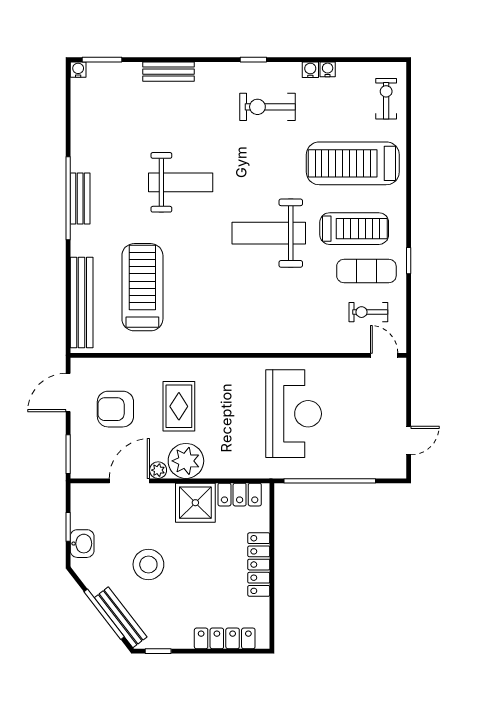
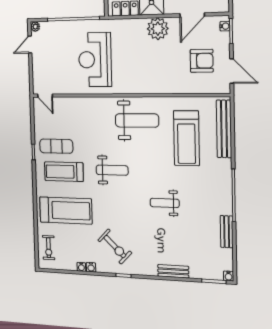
exercise bike: (267, 107) -> (115, 247), turned 44
weight bench: (181, 182) -> (165, 203), width x0.73, depth x0.75
bench: (80, 199) -> (227, 232), moved
weight bench: (269, 233) -> (112, 170), width x0.73, depth x0.75
exercise bike: (368, 312) -> (54, 122), removed
weight bench: (224, 315) -> (137, 120), added
door: (68, 393) -> (232, 71), hinge flipped
rug: (179, 406) -> (163, 63), removed
water cooler: (78, 462) -> (225, 26), added
plant: (158, 470) -> (35, 27), moved

